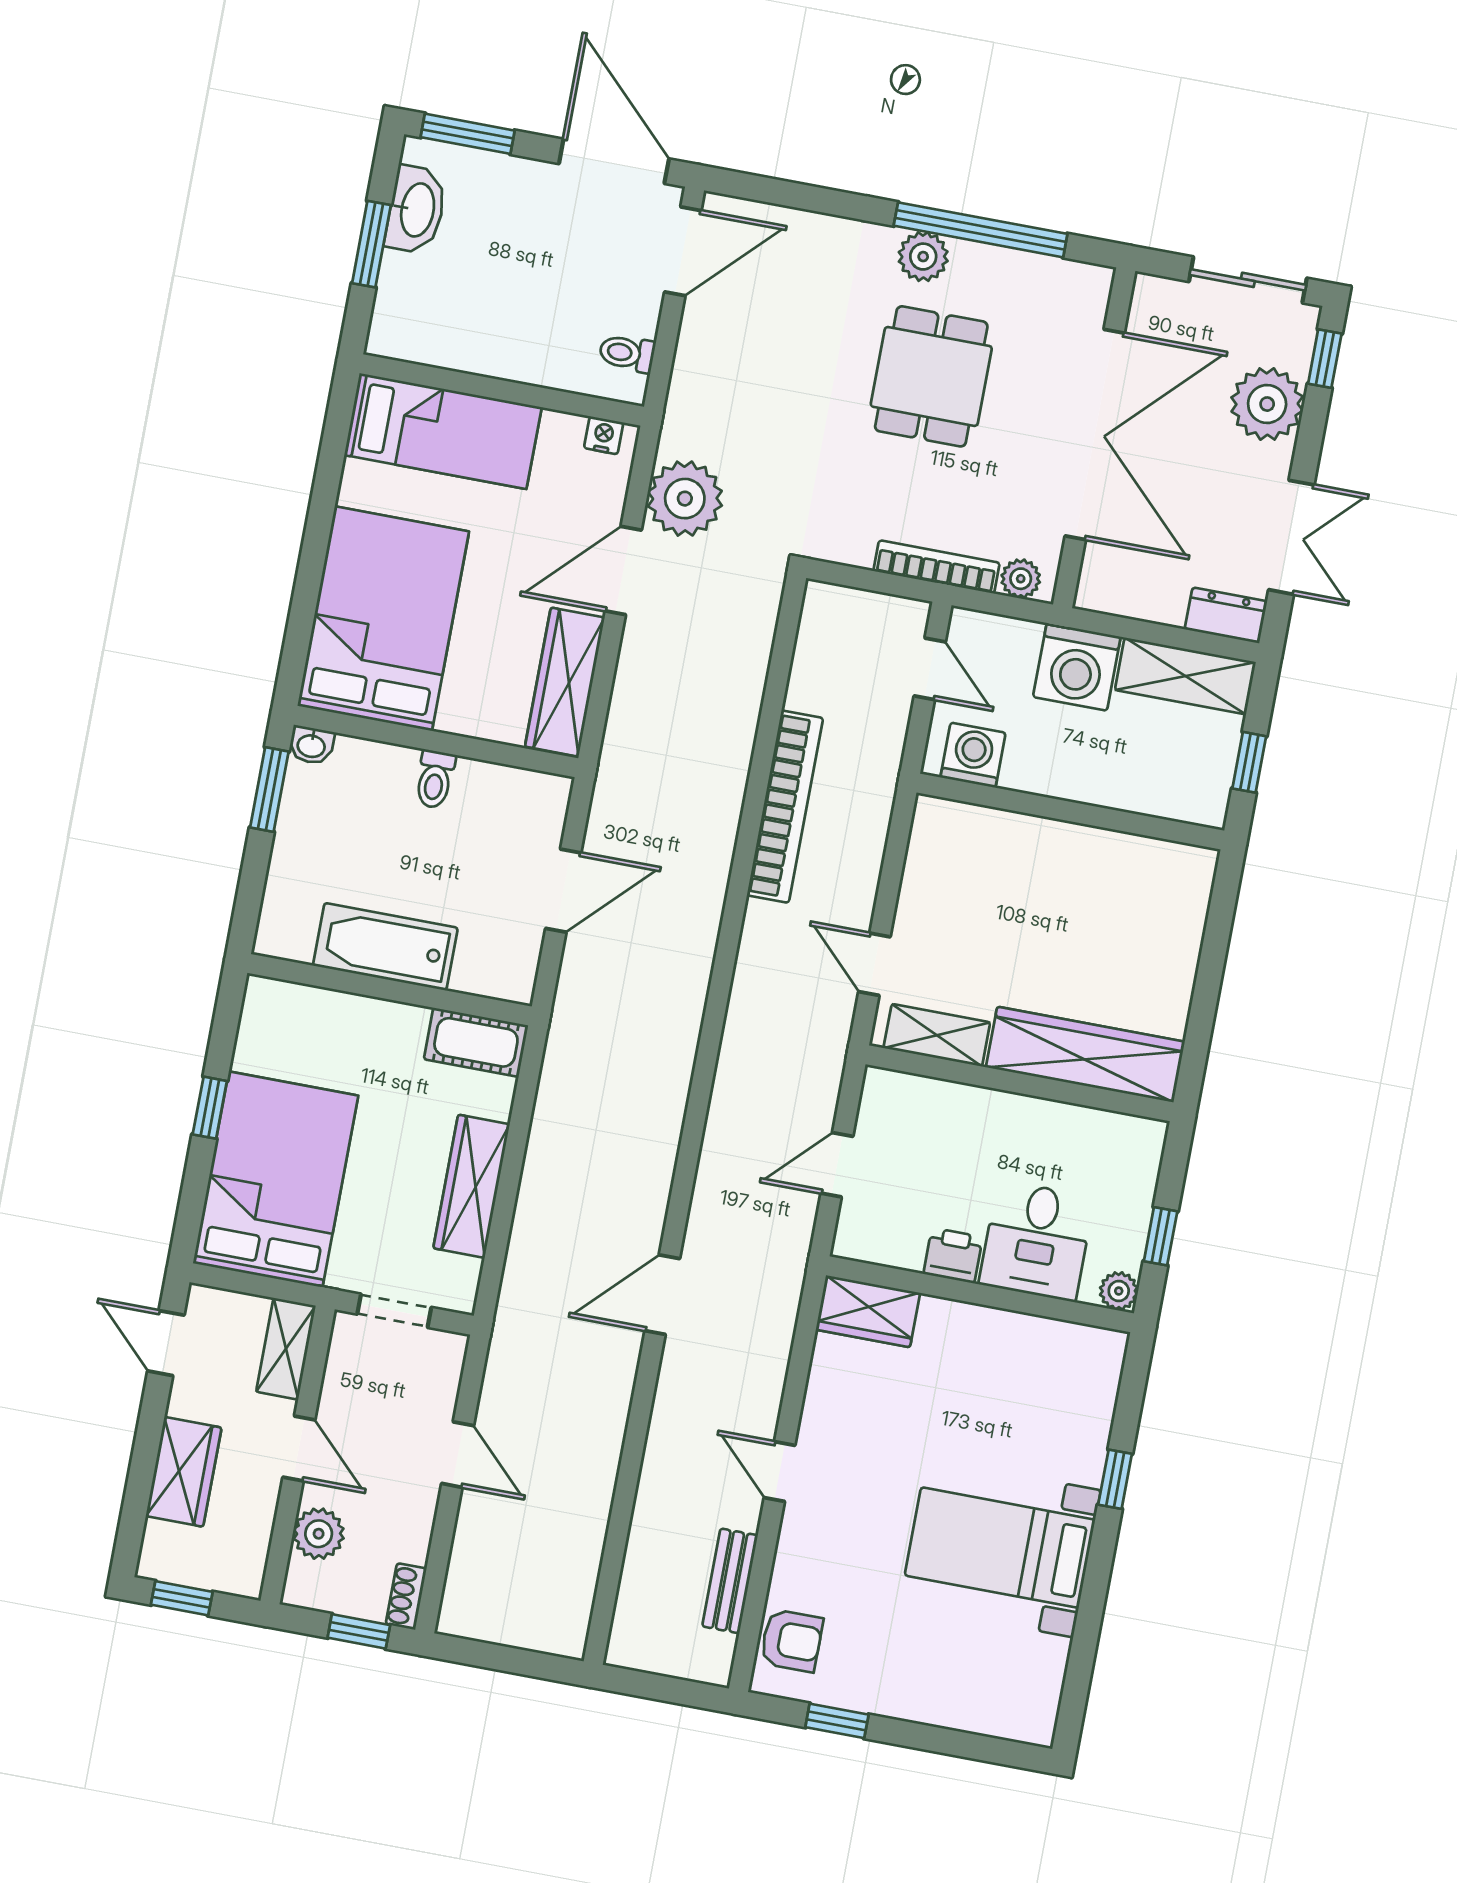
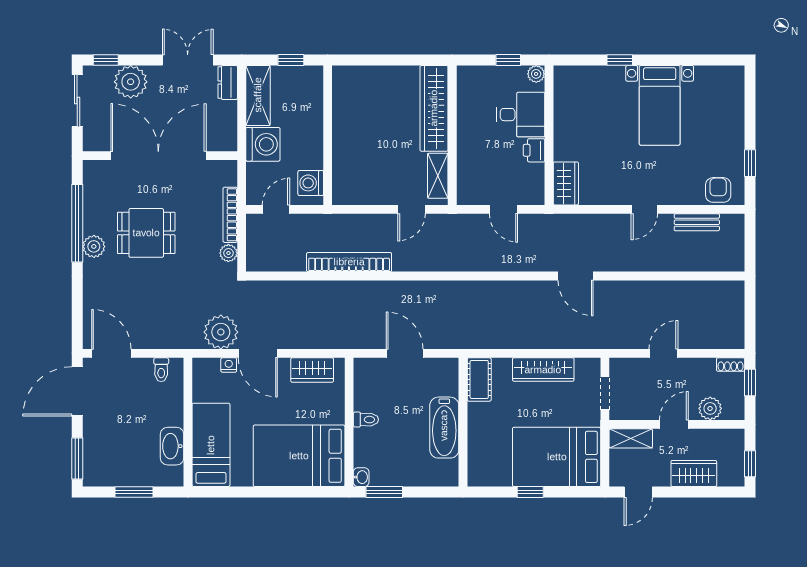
washbasin: (416, 210) -> (172, 446), moved, turned -90
nightstand: (604, 435) -> (229, 365), moved, turned 90
plant: (1021, 579) -> (228, 253), moved
wardrobe: (565, 682) -> (312, 370), width x0.67

